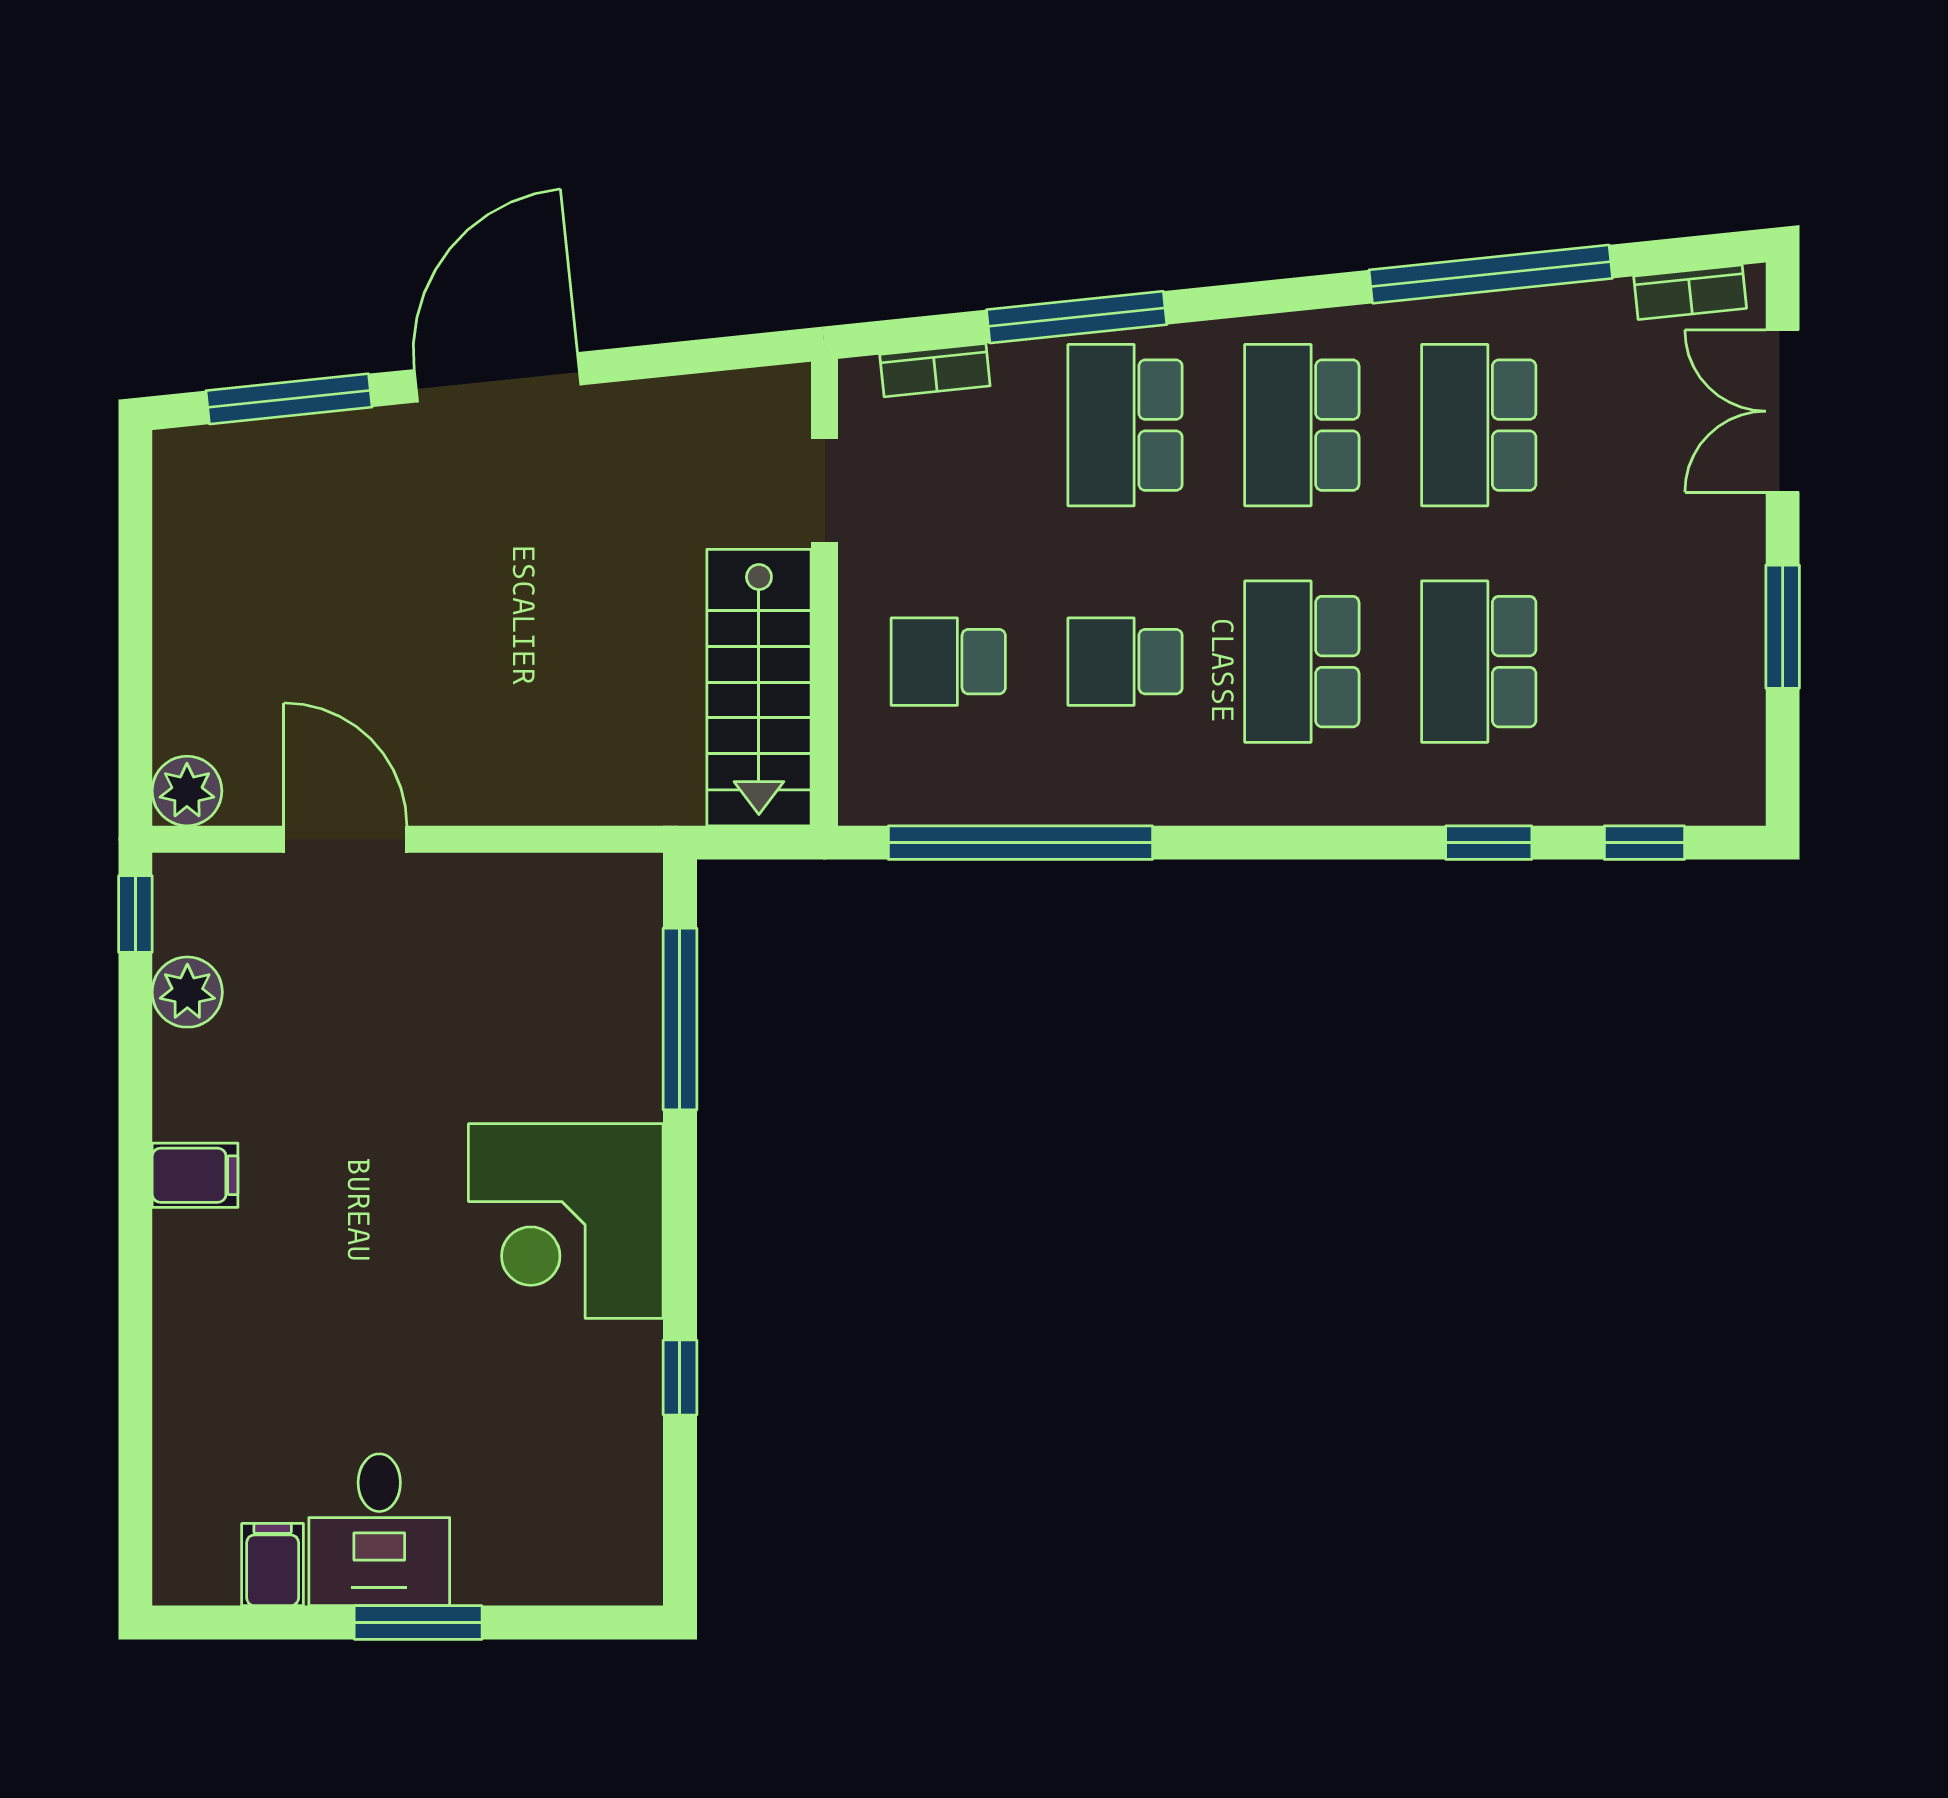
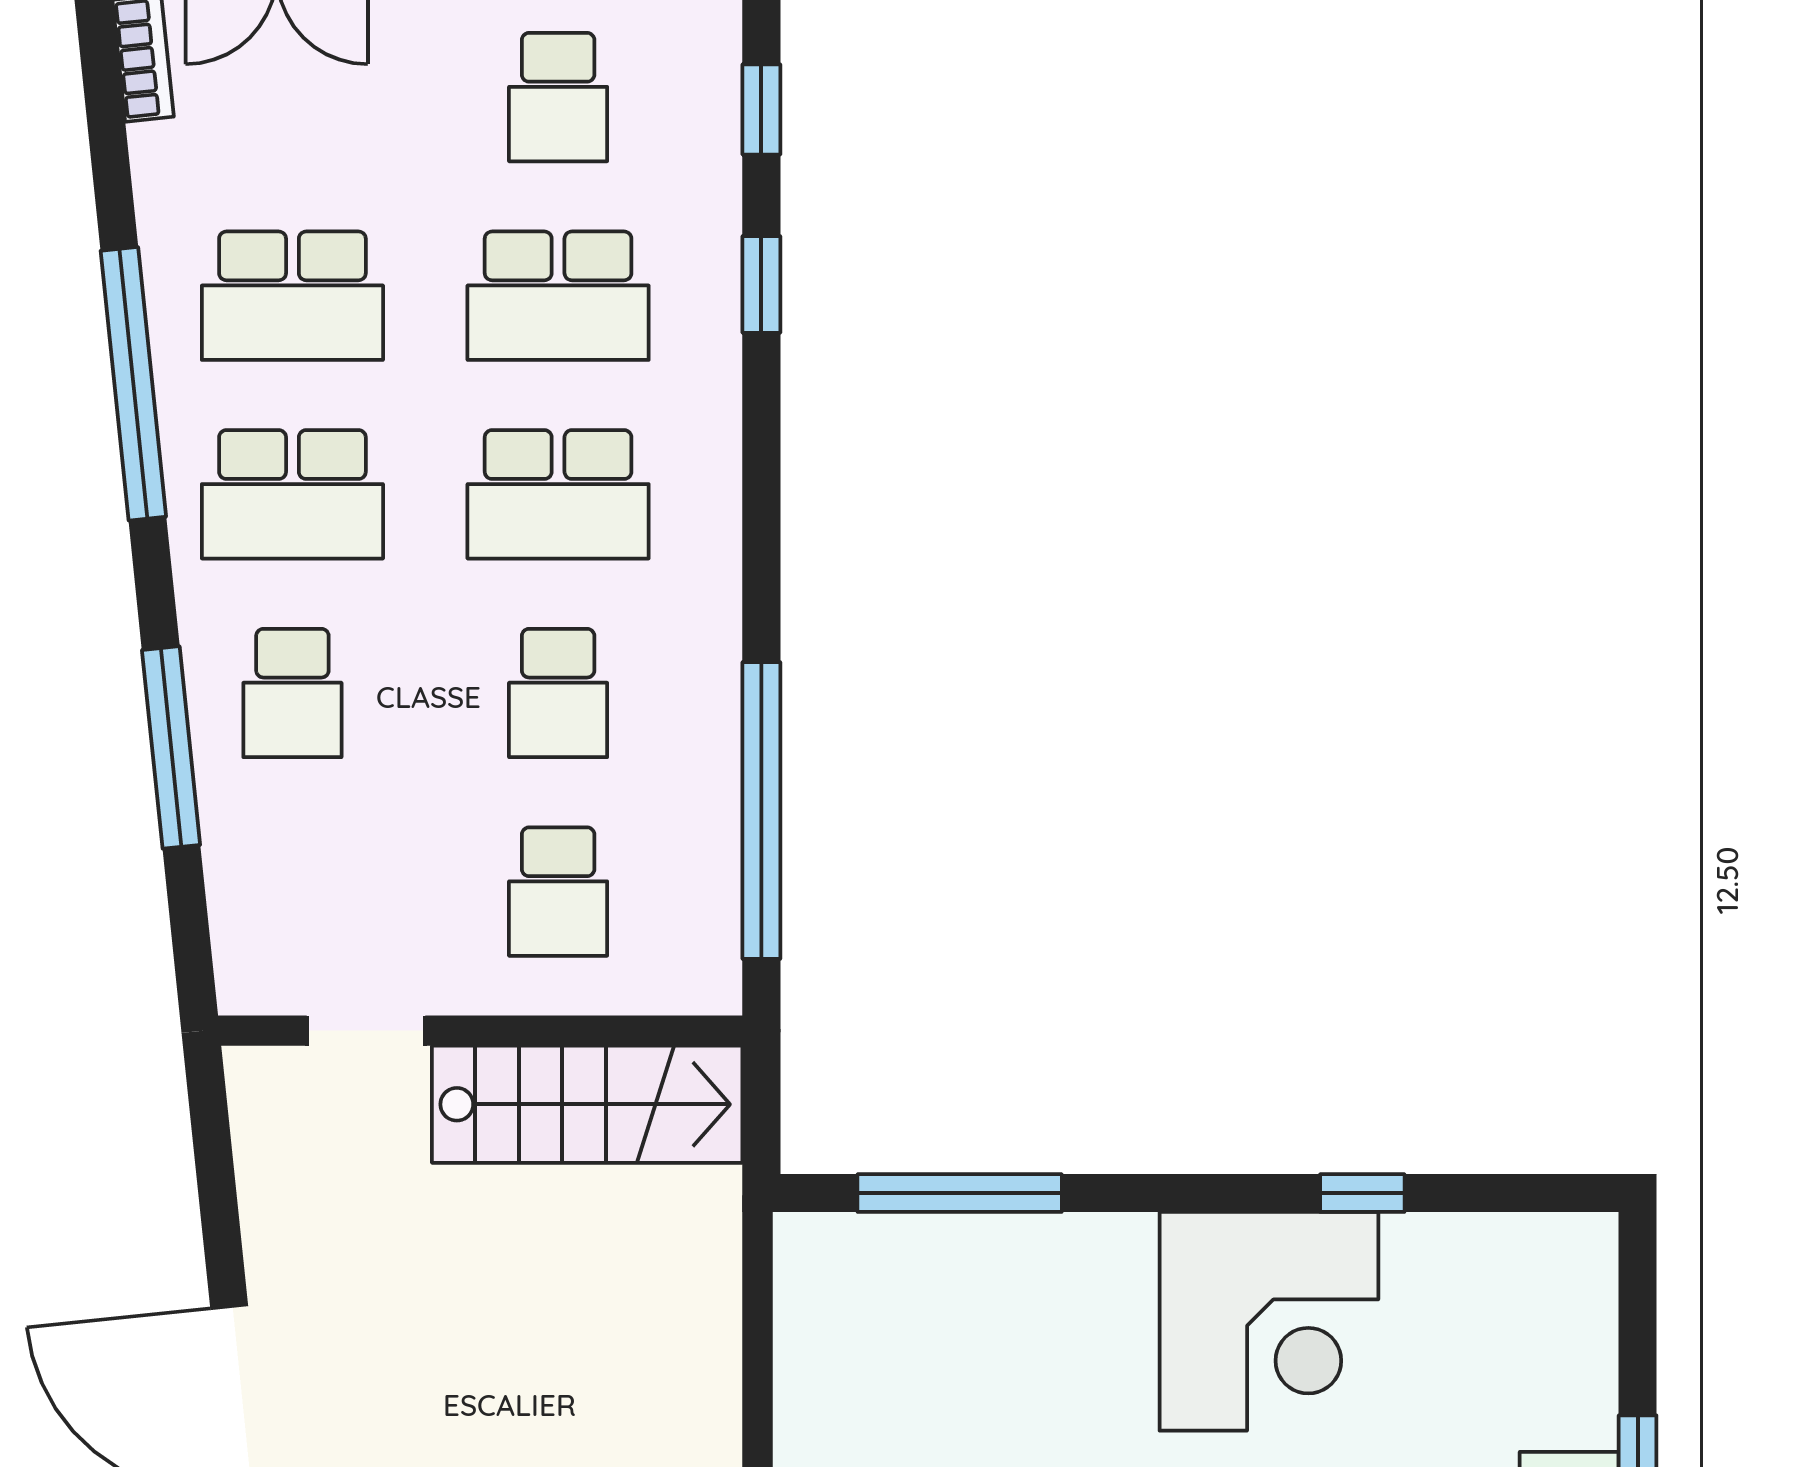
window: (1491, 274) -> (133, 384), moved
bookcase: (935, 370) -> (231, 907), removed
school desk: (1125, 425) -> (292, 693), width x0.54
school desk: (1656, 662) -> (558, 97), added
corner desk: (566, 1221) -> (1269, 1321), moved

